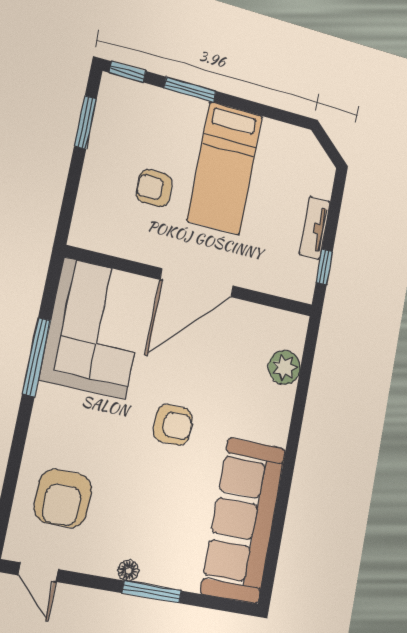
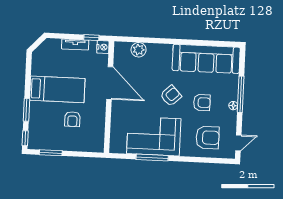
door: (197, 283) -> (110, 83), moved
nightstand: (301, 288) -> (103, 47), added
corner sofa: (94, 328) -> (154, 136), moved
armchair: (173, 425) -> (171, 96), turned 47
armchair: (147, 496) -> (202, 103), added
window: (152, 592) -> (241, 94), width x1.44

